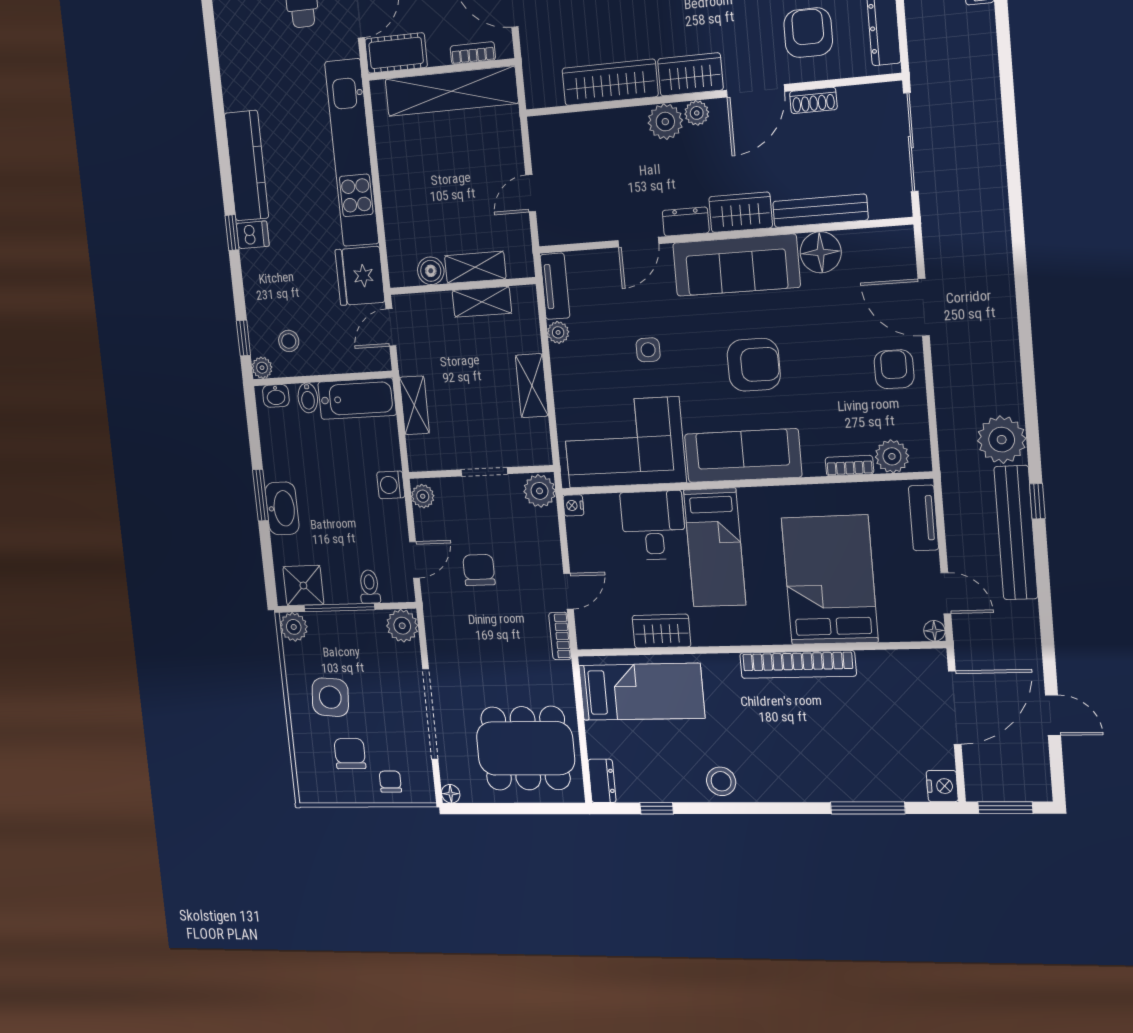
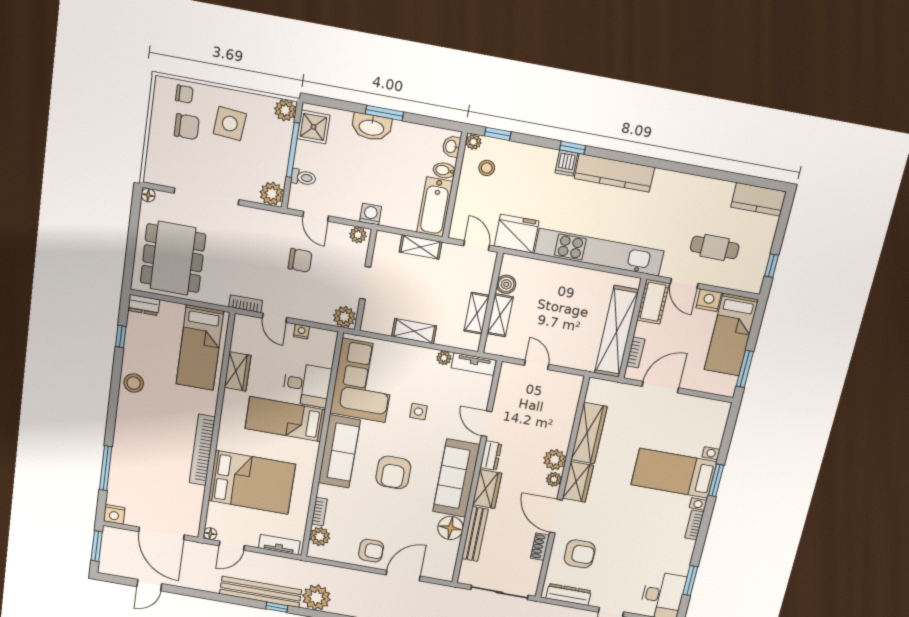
nightstand: (573, 505) -> (301, 332), moved
chair: (390, 782) -> (184, 94), moved

